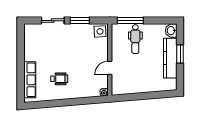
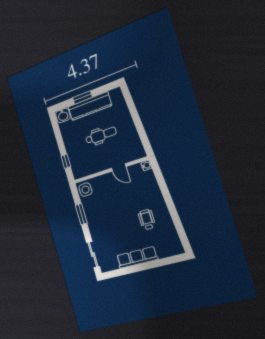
sliding door: (53, 21) -> (93, 255), moved
window: (130, 21) -> (66, 161), width x0.46
dental chair: (135, 39) -> (101, 135), moved
row of seats: (30, 80) -> (137, 257), moved

